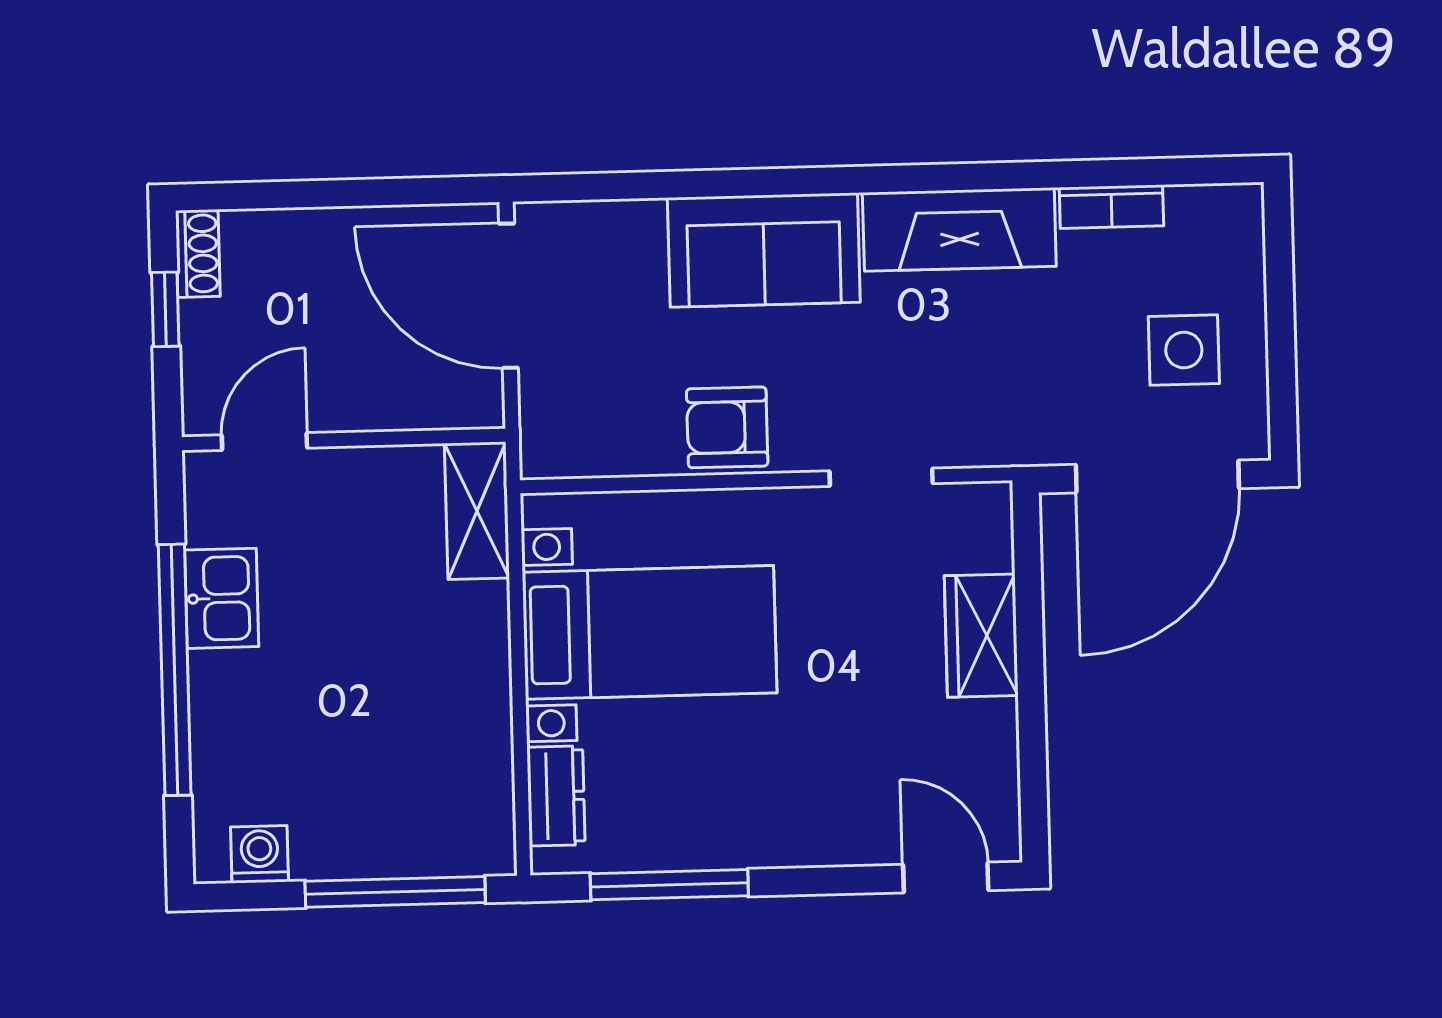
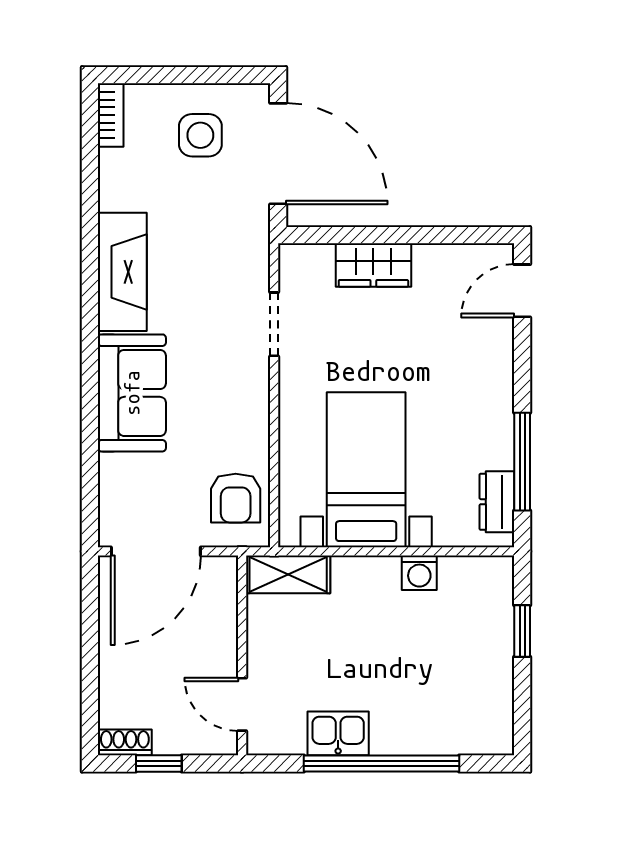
bookcase: (1111, 207) -> (111, 115), moved
armchair: (727, 427) -> (236, 498), moved
dresser: (556, 796) -> (497, 502), moved, turned -90
washing machine: (260, 854) -> (419, 573), moved, turned -90
window: (395, 892) -> (522, 631), width x0.46

